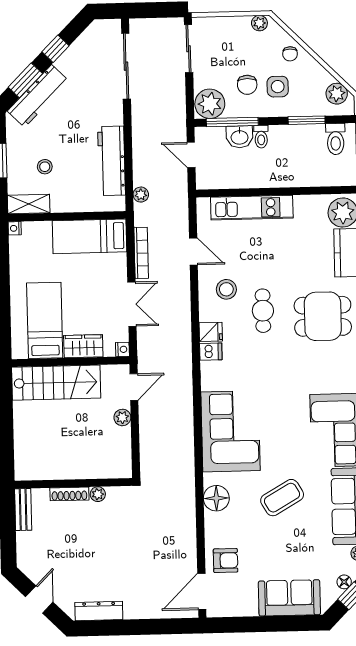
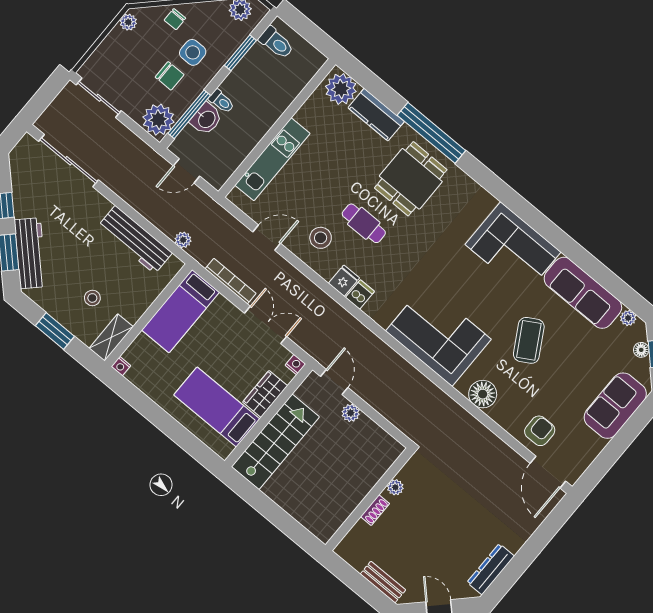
chair: (290, 54) -> (175, 19), turned 90
shoe rack: (69, 494) -> (375, 510), width x0.70
bench: (23, 510) -> (383, 582), moved

